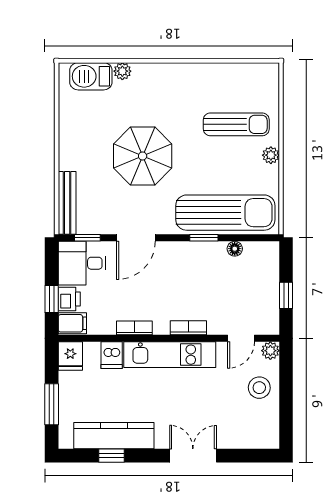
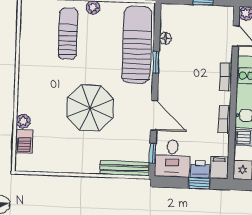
barbecue: (91, 76) -> (24, 141), width x0.73, depth x0.79

